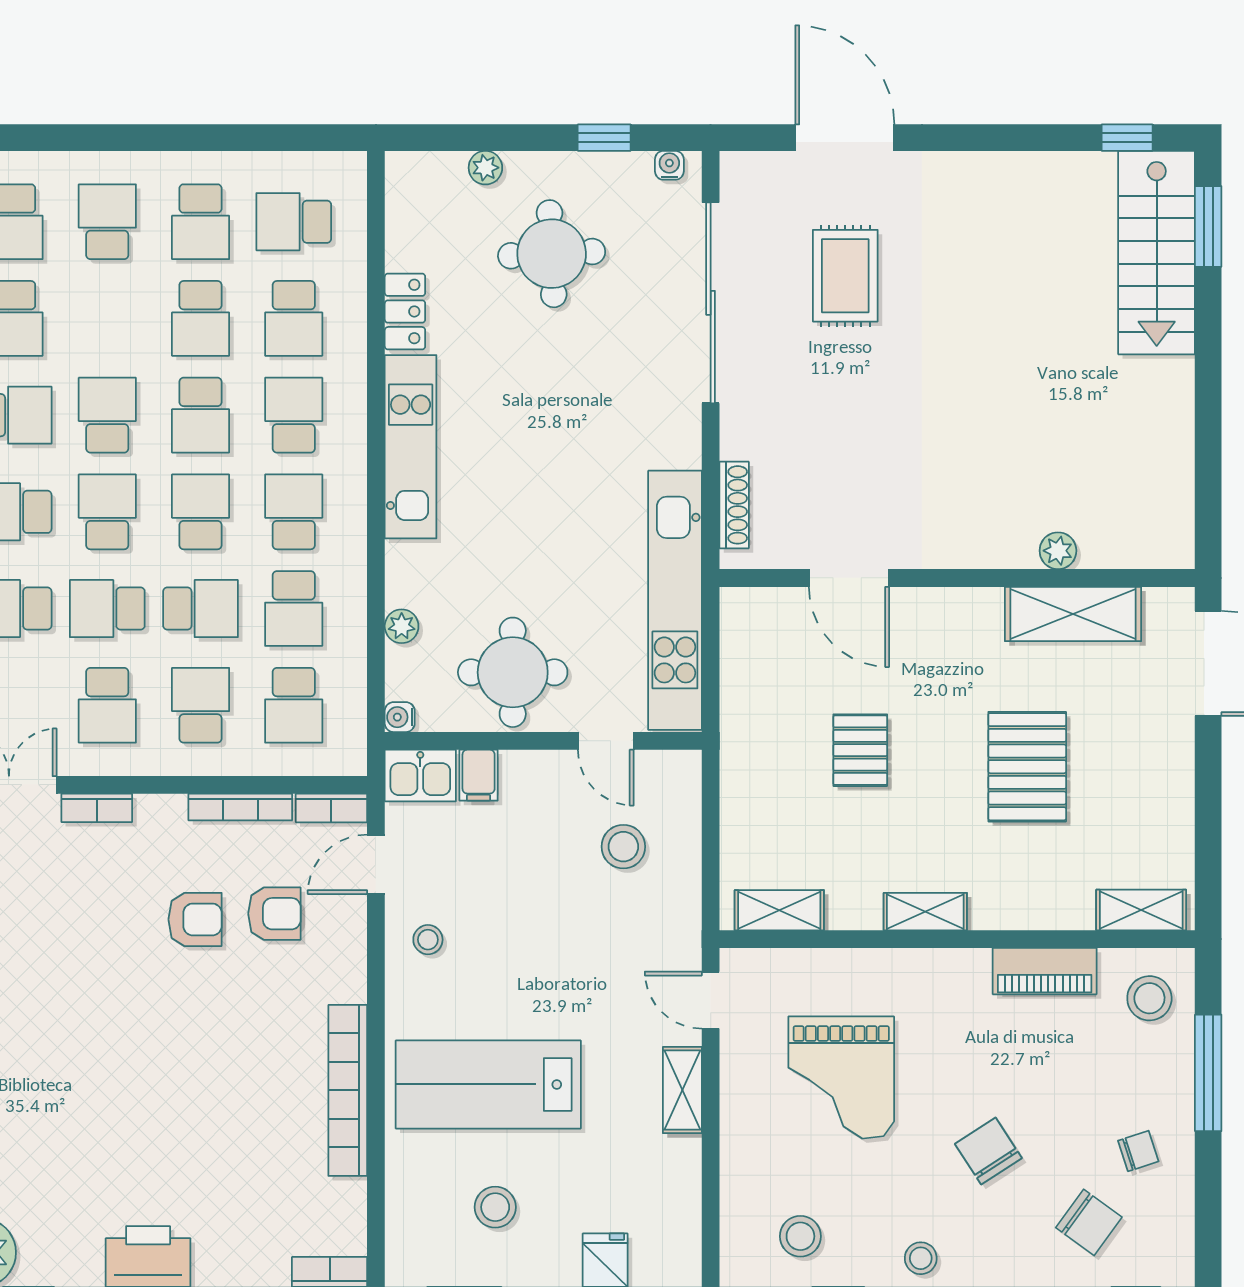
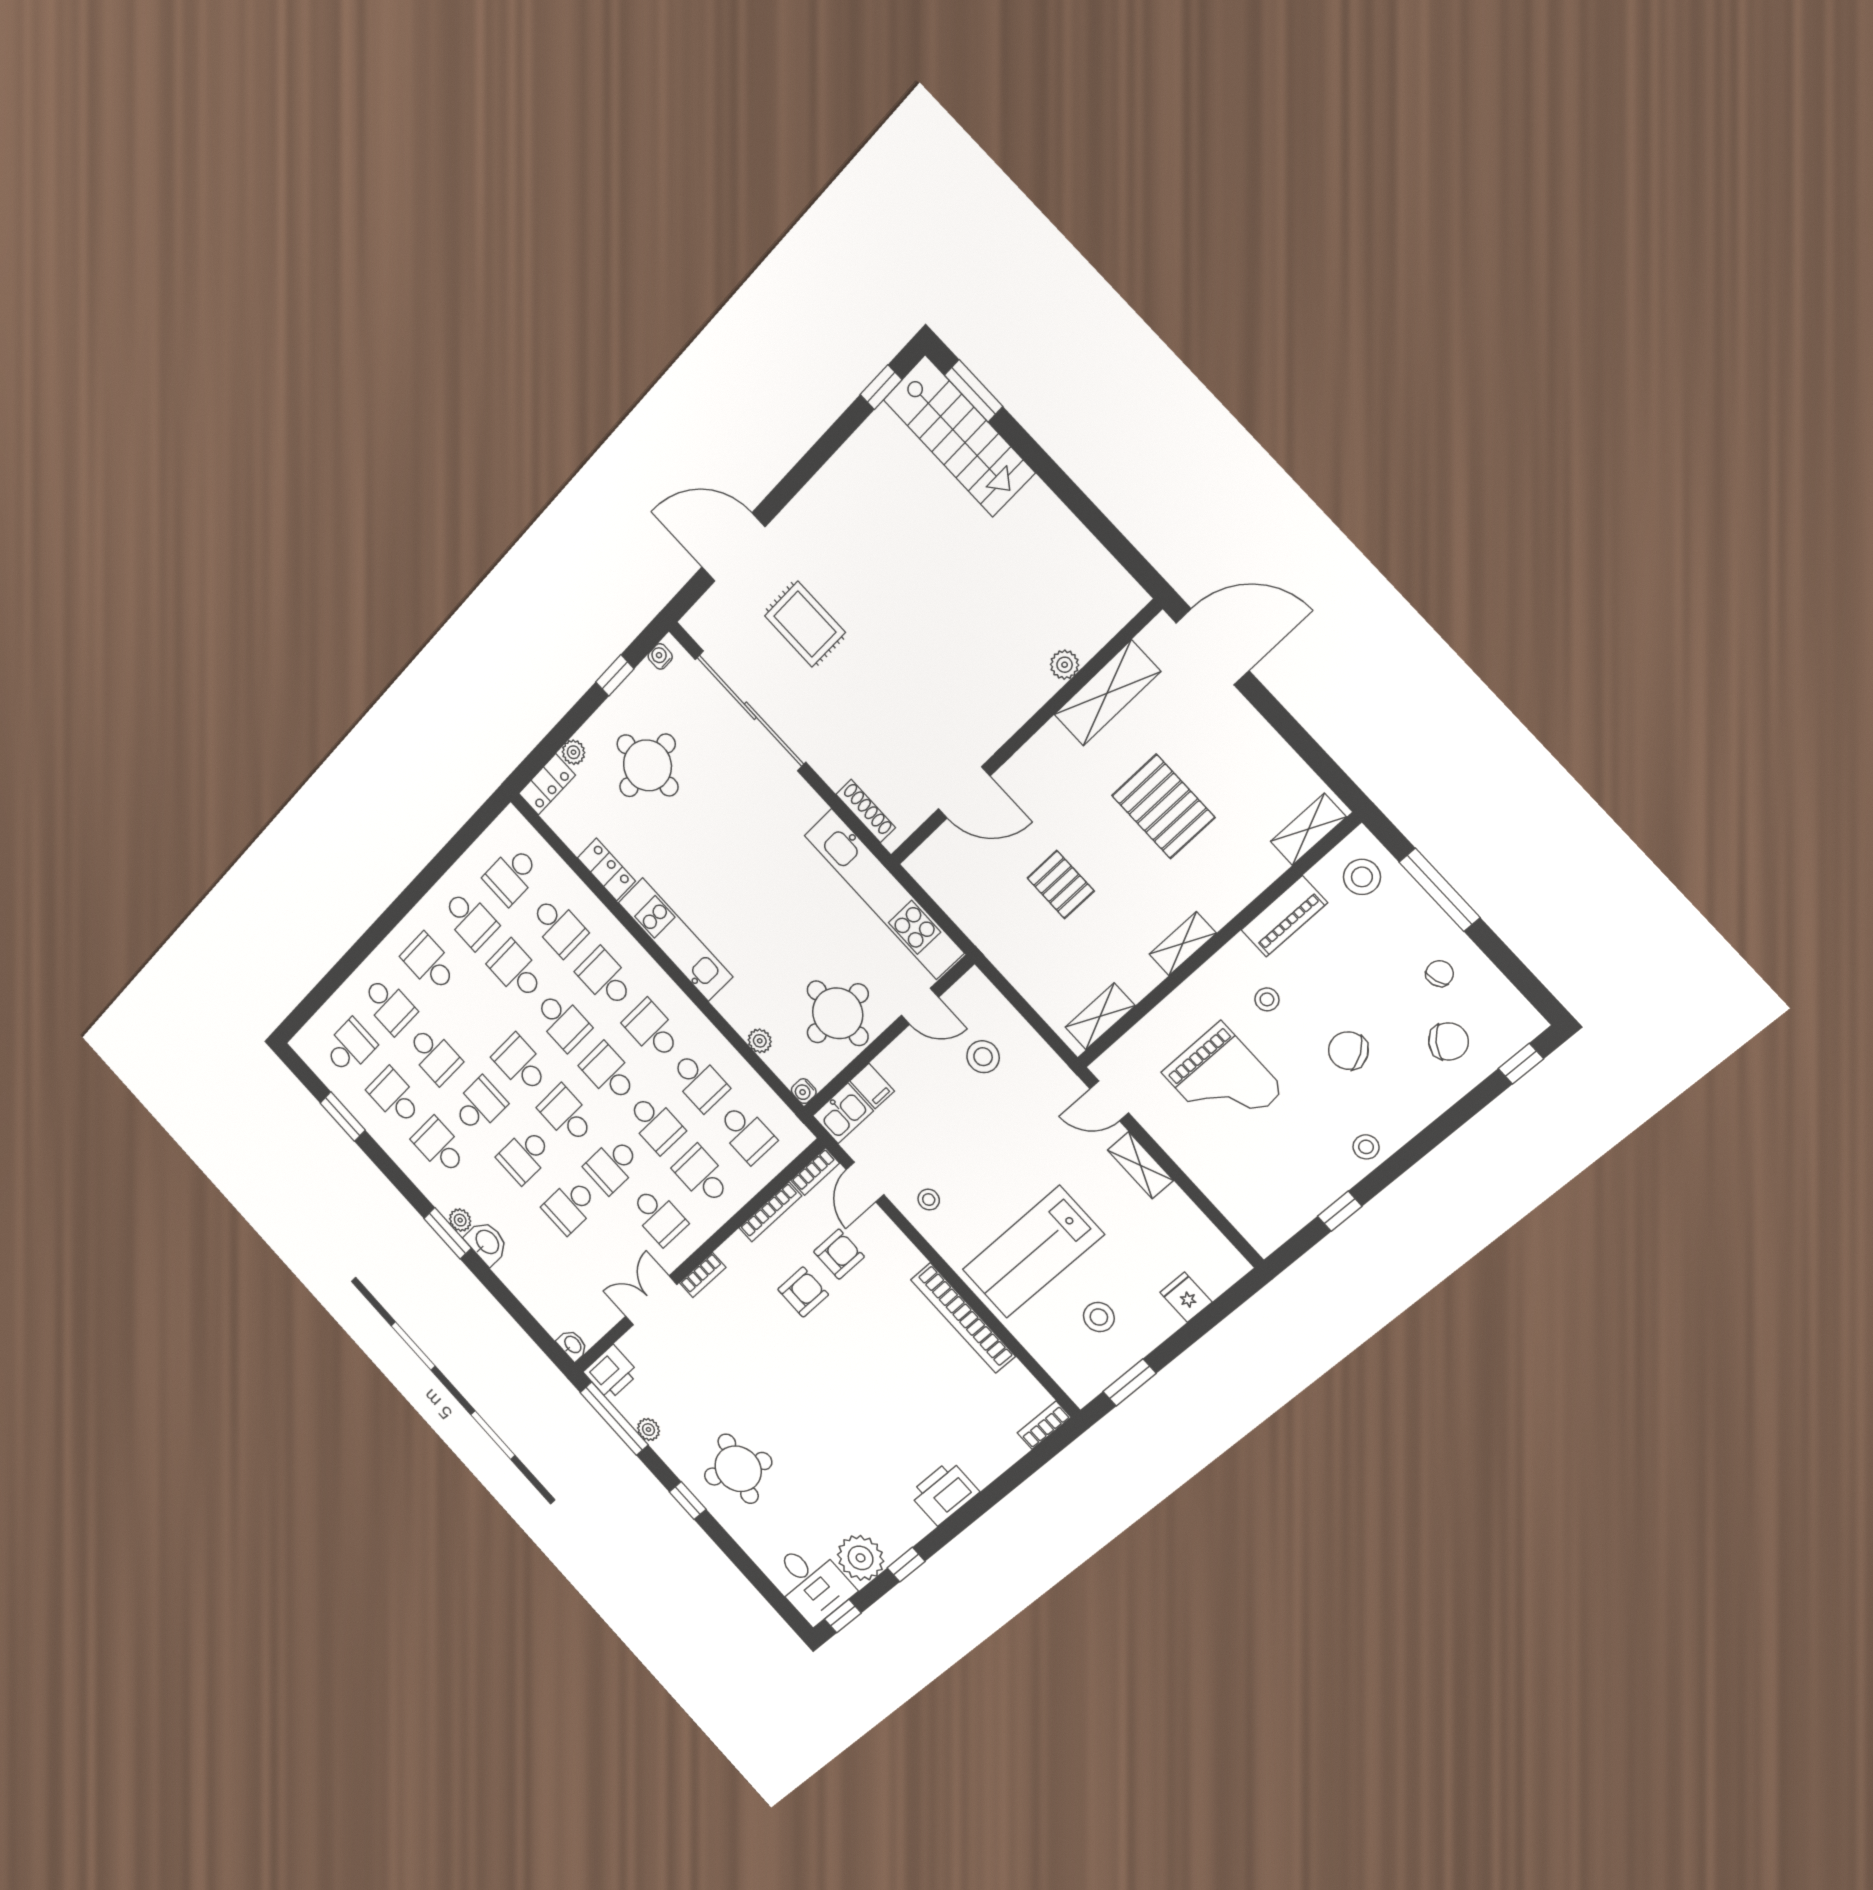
locker: (425, 171) -> (547, 784), added
school desk: (201, 318) -> (516, 970), turned 180
school desk: (201, 609) -> (655, 1124), turned 90
stool: (800, 1236) -> (1267, 999), moved, width x0.73, depth x0.73

